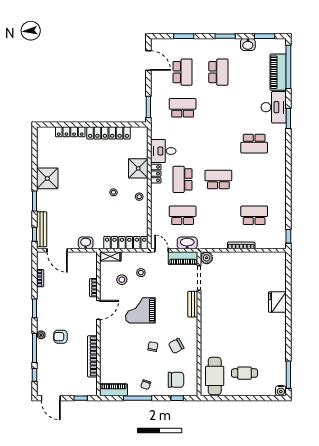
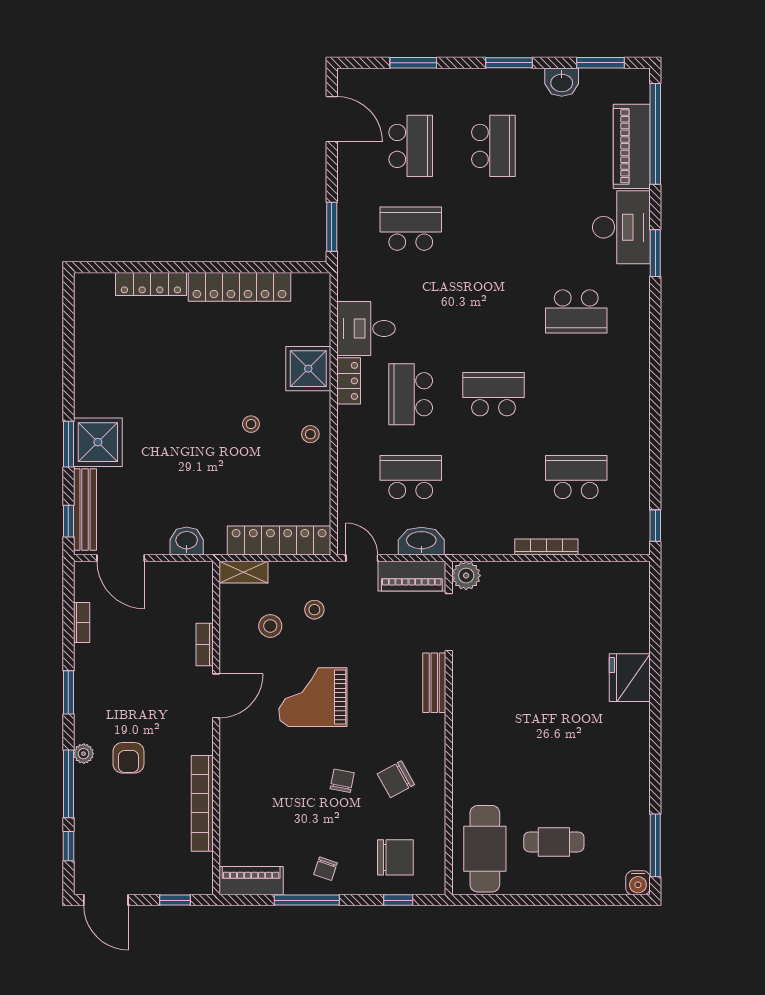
shower: (47, 178) -> (98, 442), moved
armchair: (61, 337) -> (128, 758), turned -90

